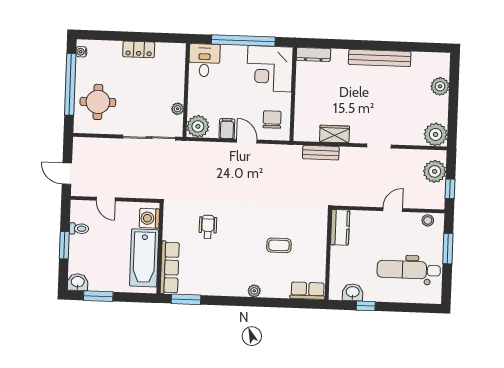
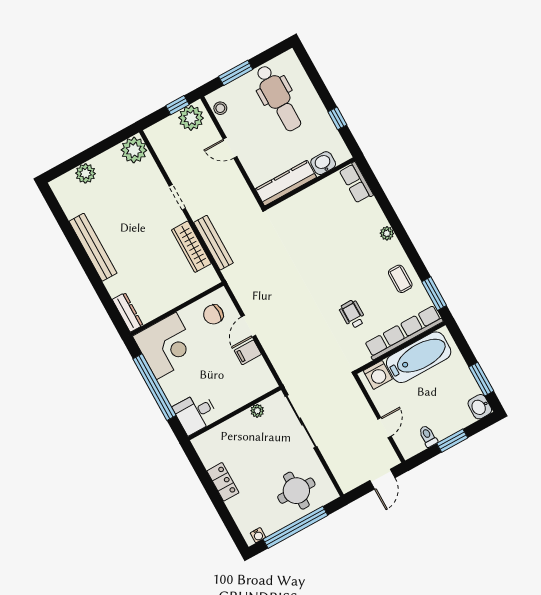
plant: (198, 126) -> (262, 381), removed
wardrobe: (334, 134) -> (191, 247), width x1.50
bench: (321, 153) -> (214, 243), width x1.36
plant: (435, 171) -> (191, 118), moved
wheelchair: (208, 227) -> (352, 314), turned 90
kitchen counter: (340, 227) -> (286, 183), width x1.50
coffee table: (279, 245) -> (400, 279), moved
row of seats: (170, 267) -> (404, 333), width x1.36
washbasin: (353, 292) -> (323, 163), moved, turned 90

